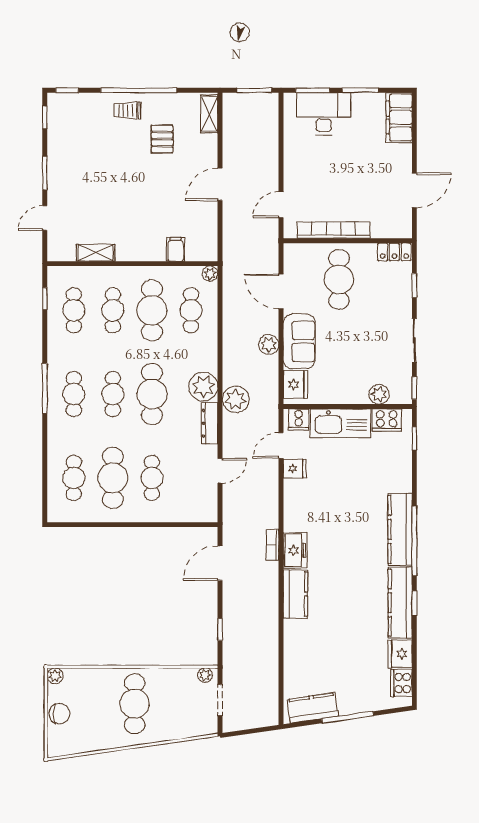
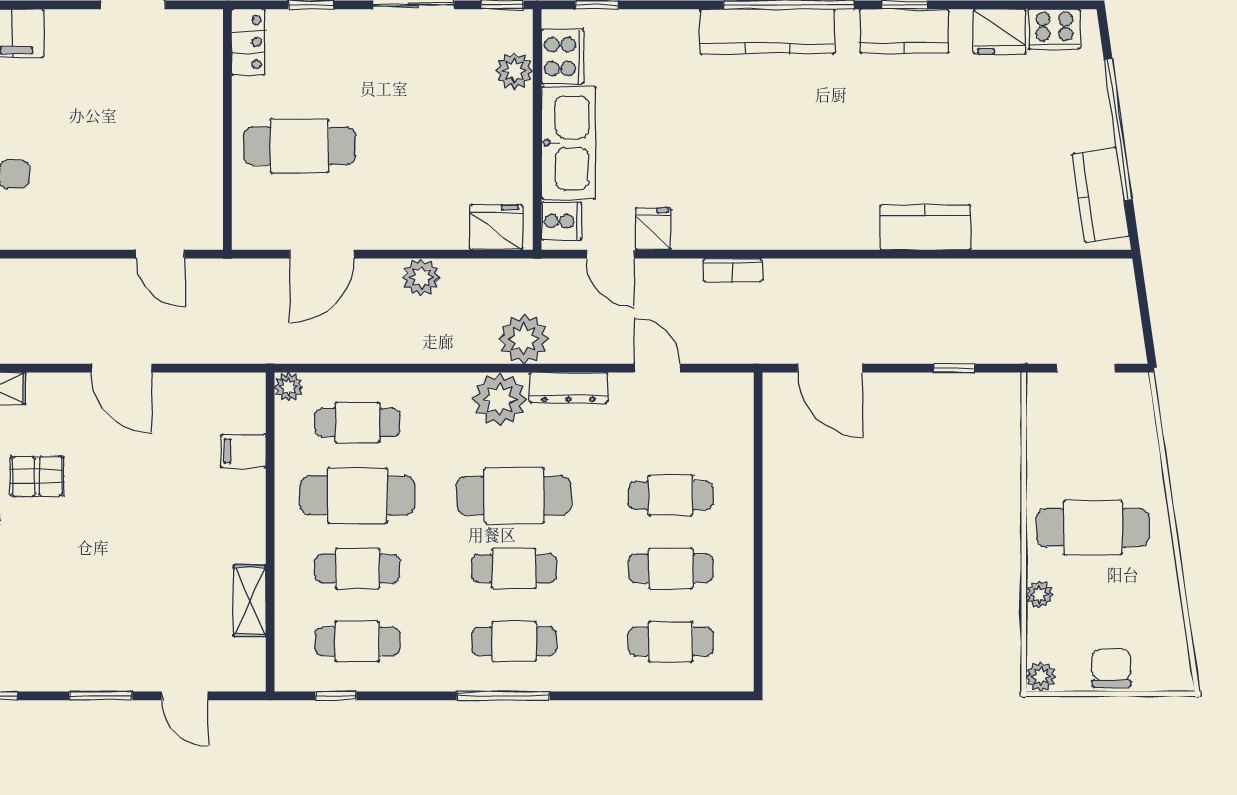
bookcase: (334, 230) -> (207, 156), removed
sofa: (299, 341) -> (415, 220), removed
cafe table: (113, 478) -> (671, 568), width x0.73, depth x0.74
bookcase: (272, 545) -> (733, 270), moved
freezer: (295, 550) -> (806, 228), removed
kitchen counter: (295, 594) -> (925, 227), moved
kitchen counter: (400, 603) -> (904, 31), width x0.67
plant: (205, 675) -> (1039, 594), moved
window: (348, 717) -> (1118, 130), width x1.46

